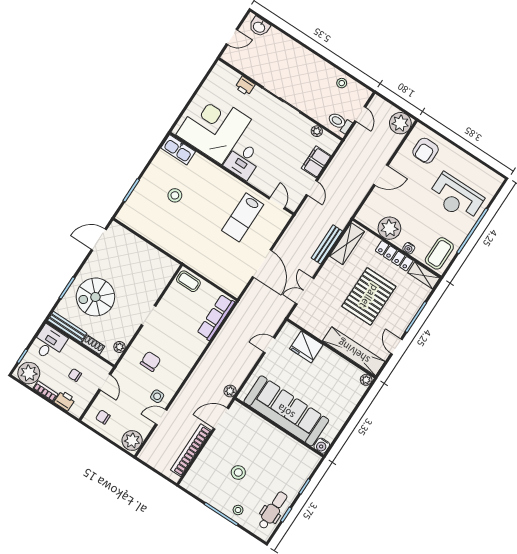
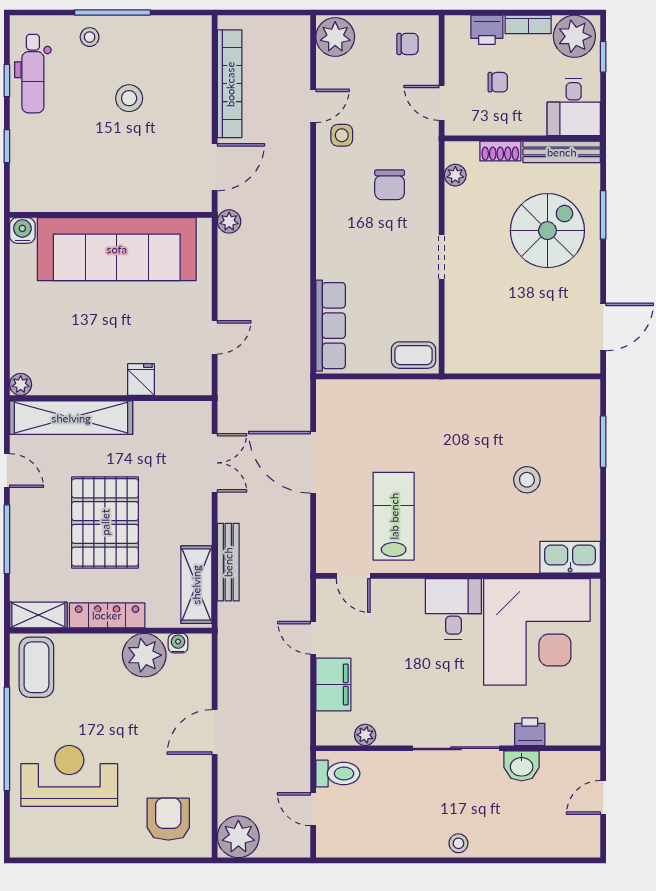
washbasin: (259, 27) -> (522, 766), moved, turned 180
stool: (342, 83) -> (458, 843), moved
water cooler: (409, 248) -> (178, 643), moved
fridge: (306, 347) -> (141, 380), width x0.53, depth x0.75

